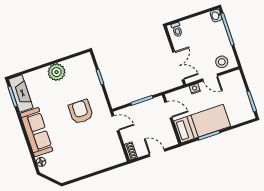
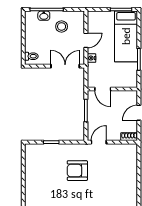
washbasin: (216, 16) -> (44, 16), moved
stool: (222, 62) -> (62, 26), moved
plant: (57, 72) -> (33, 181), removed
door: (168, 110) -> (103, 89), swing flipped
bed: (202, 124) -> (126, 36), moved, turned 180

